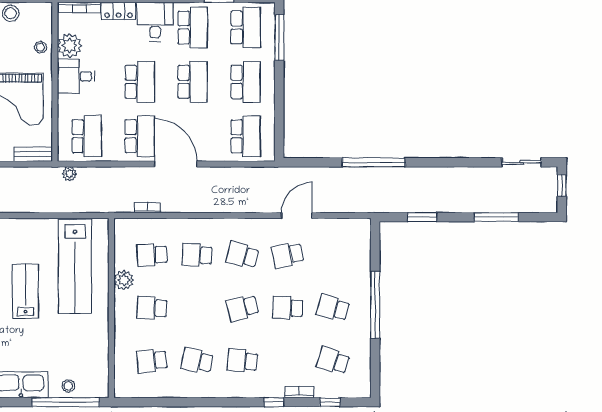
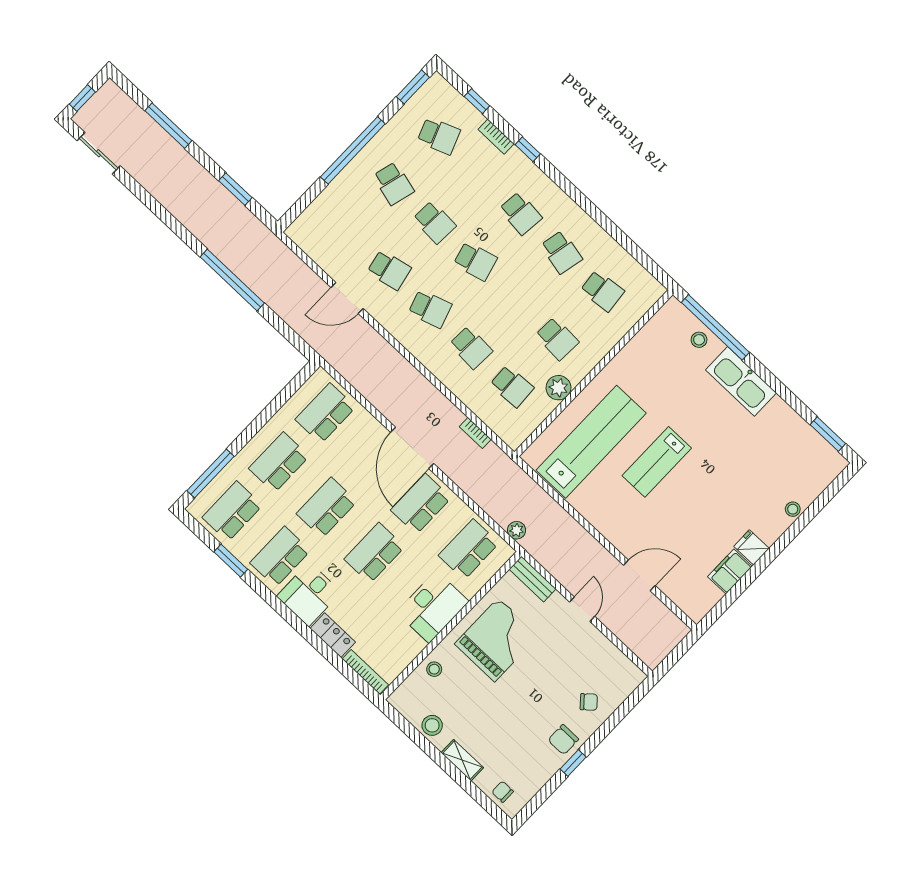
plant: (70, 46) -> (406, 646), removed
desk: (76, 76) -> (433, 607), width x1.37
school desk: (242, 255) -> (430, 309), turned -33
school desk: (333, 361) -> (439, 136), turned -39
window: (375, 375) -> (413, 87), added

